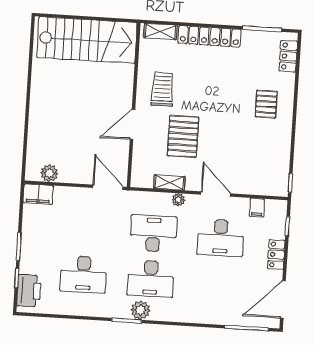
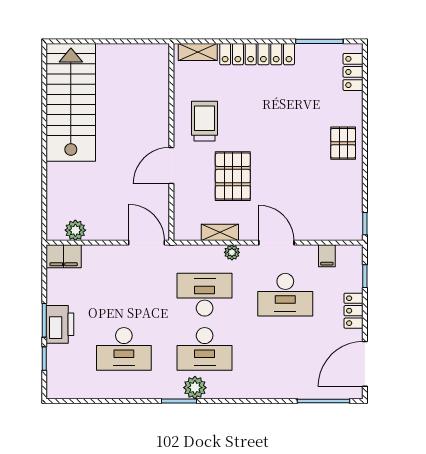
stairs: (87, 40) -> (71, 102), moved, turned -90
pallet: (266, 104) -> (343, 143), moved
printer: (29, 291) -> (60, 324), moved

